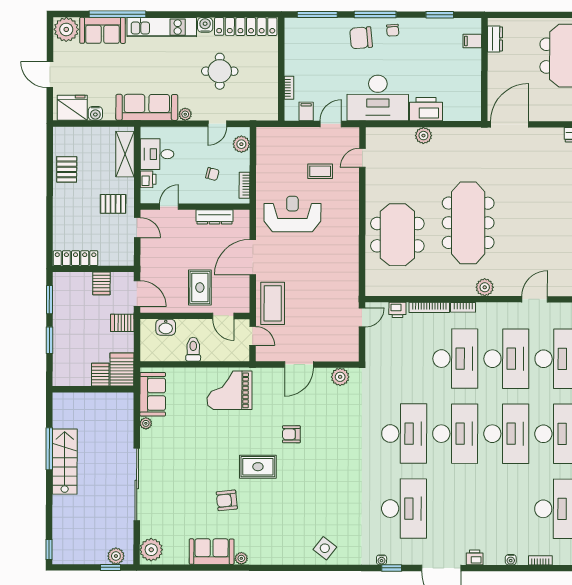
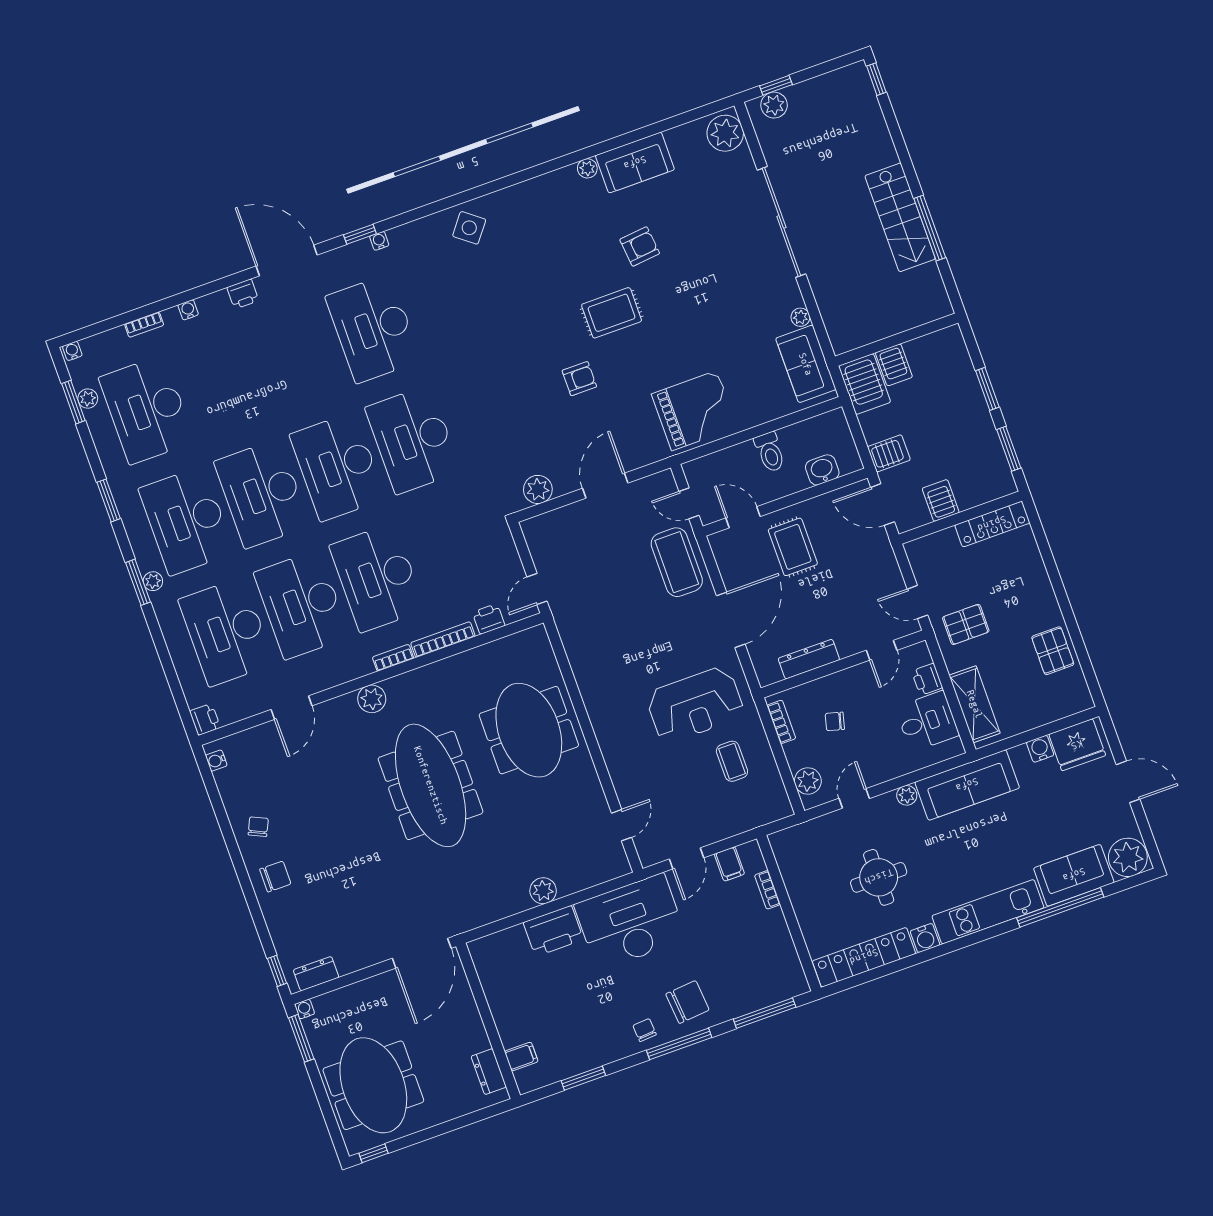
coffee table: (320, 171) -> (732, 761), moved, turned 90

